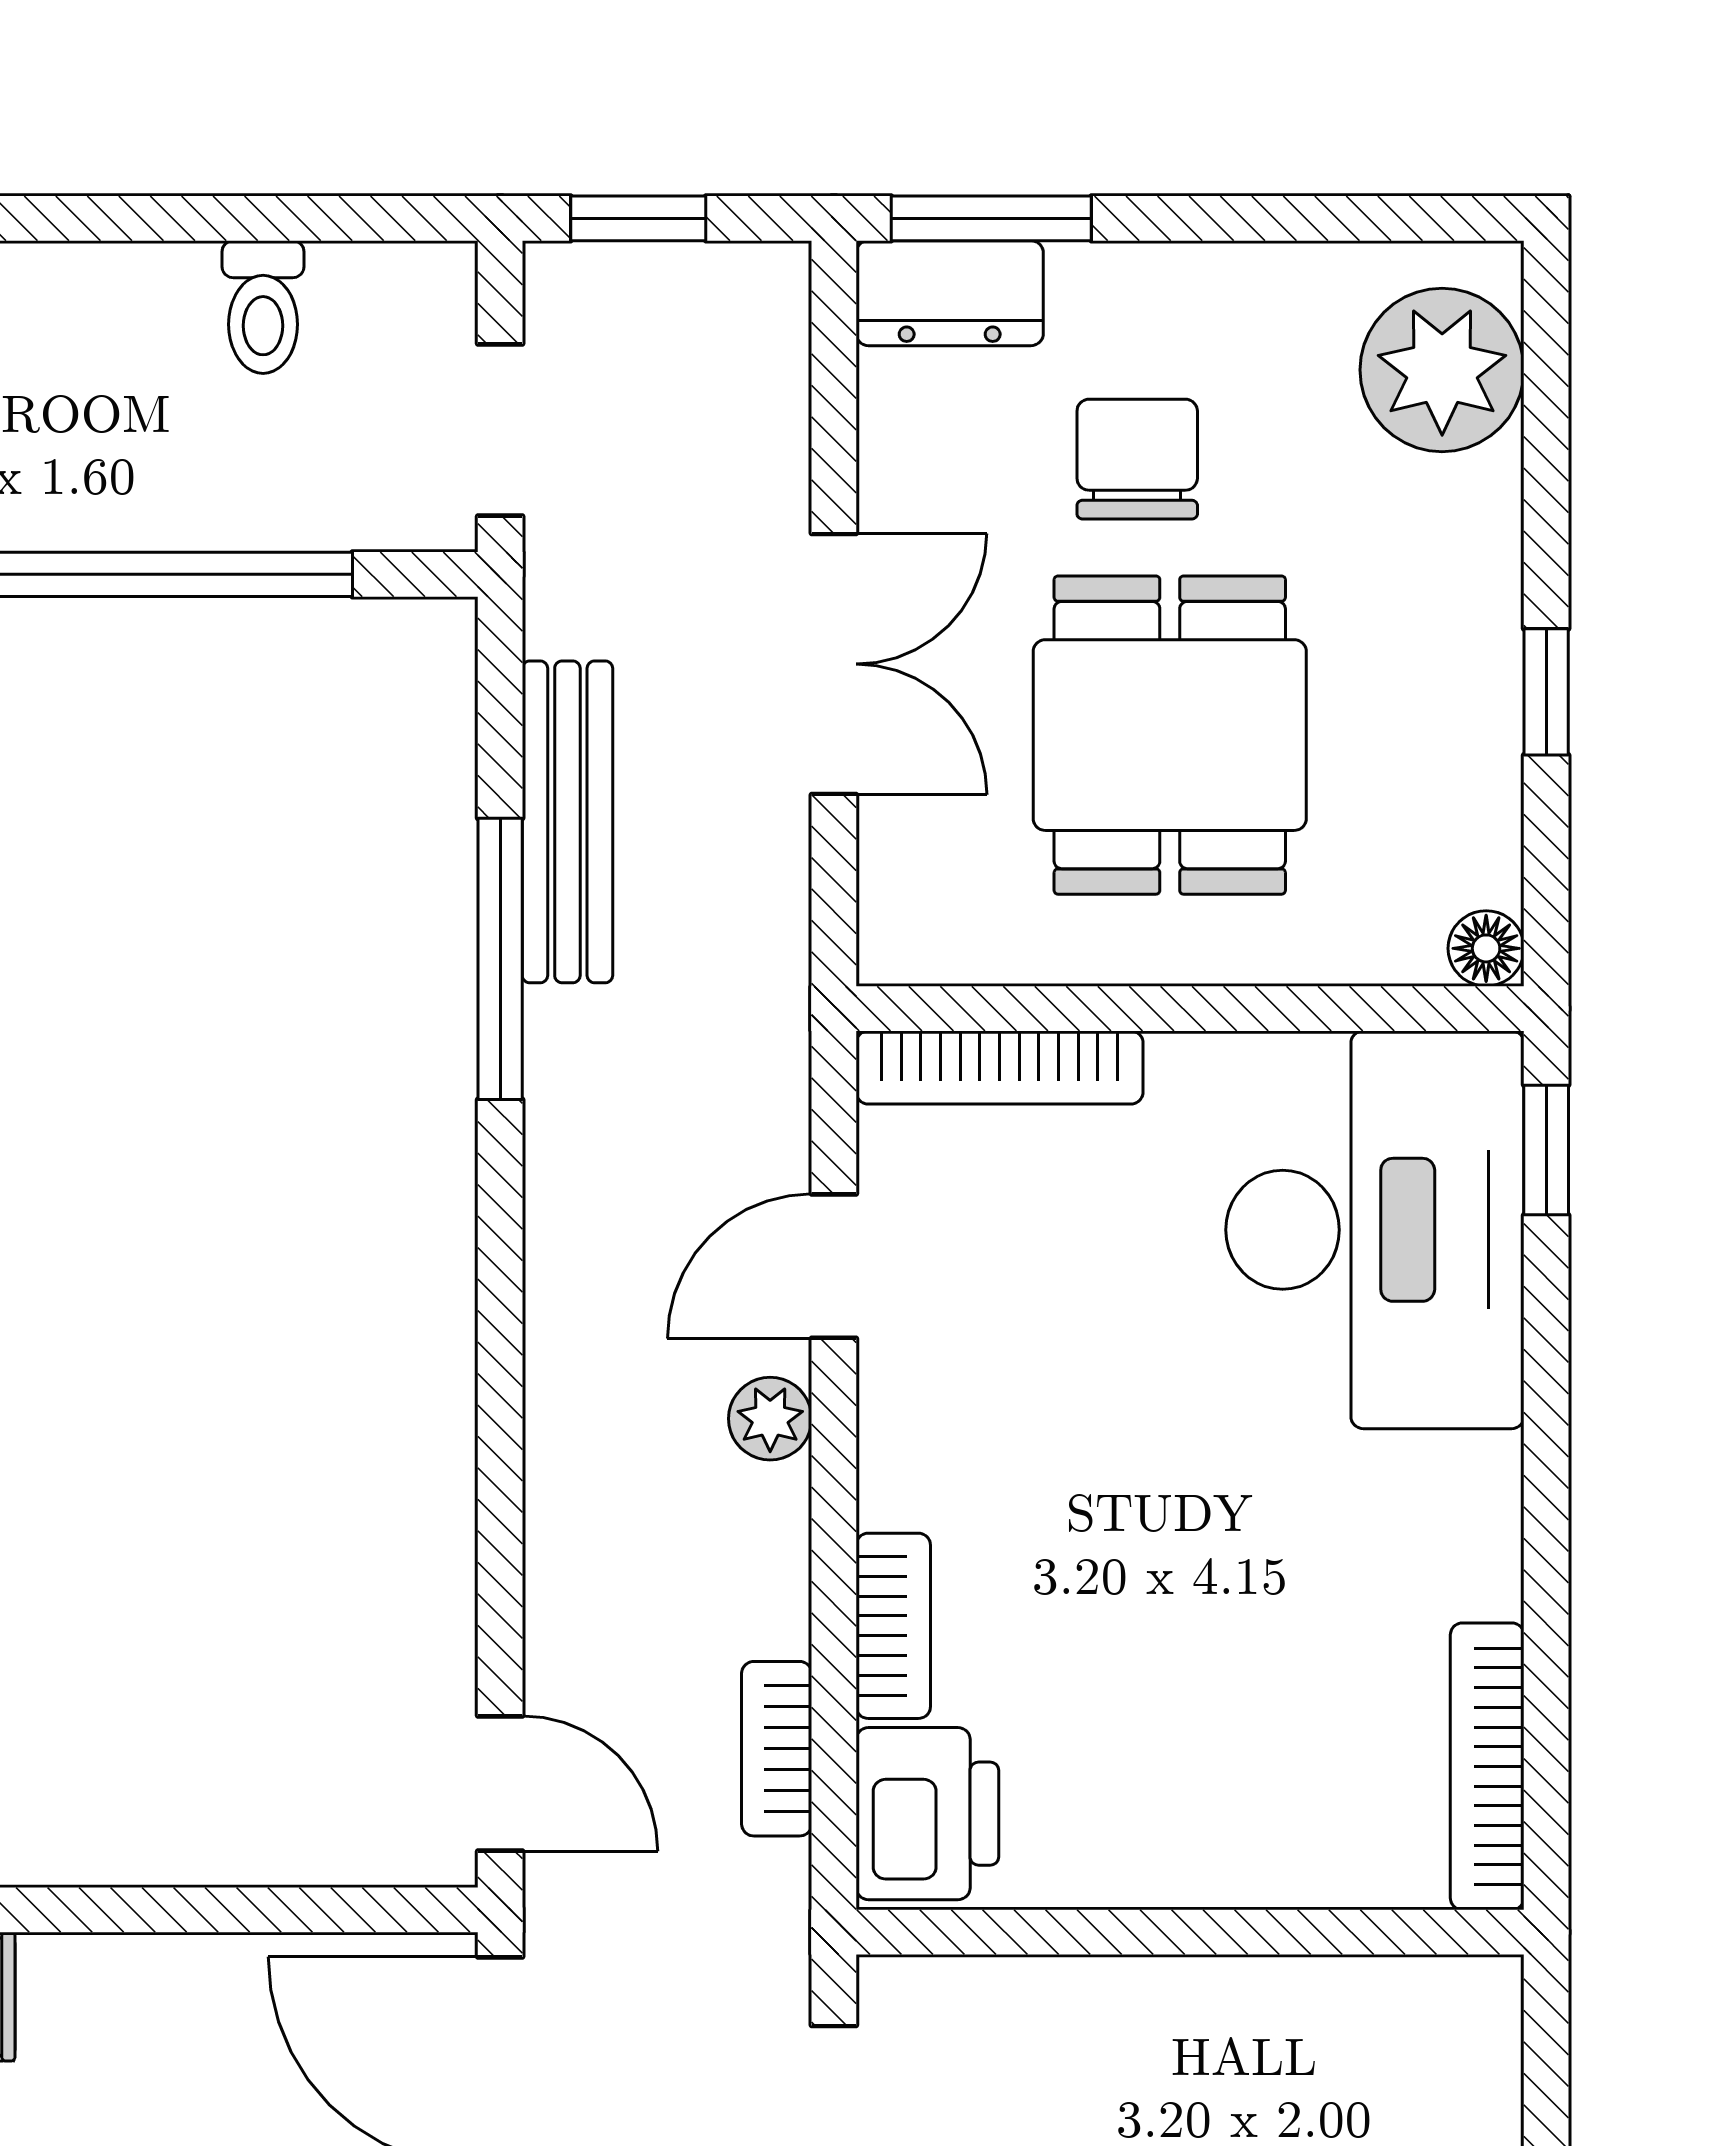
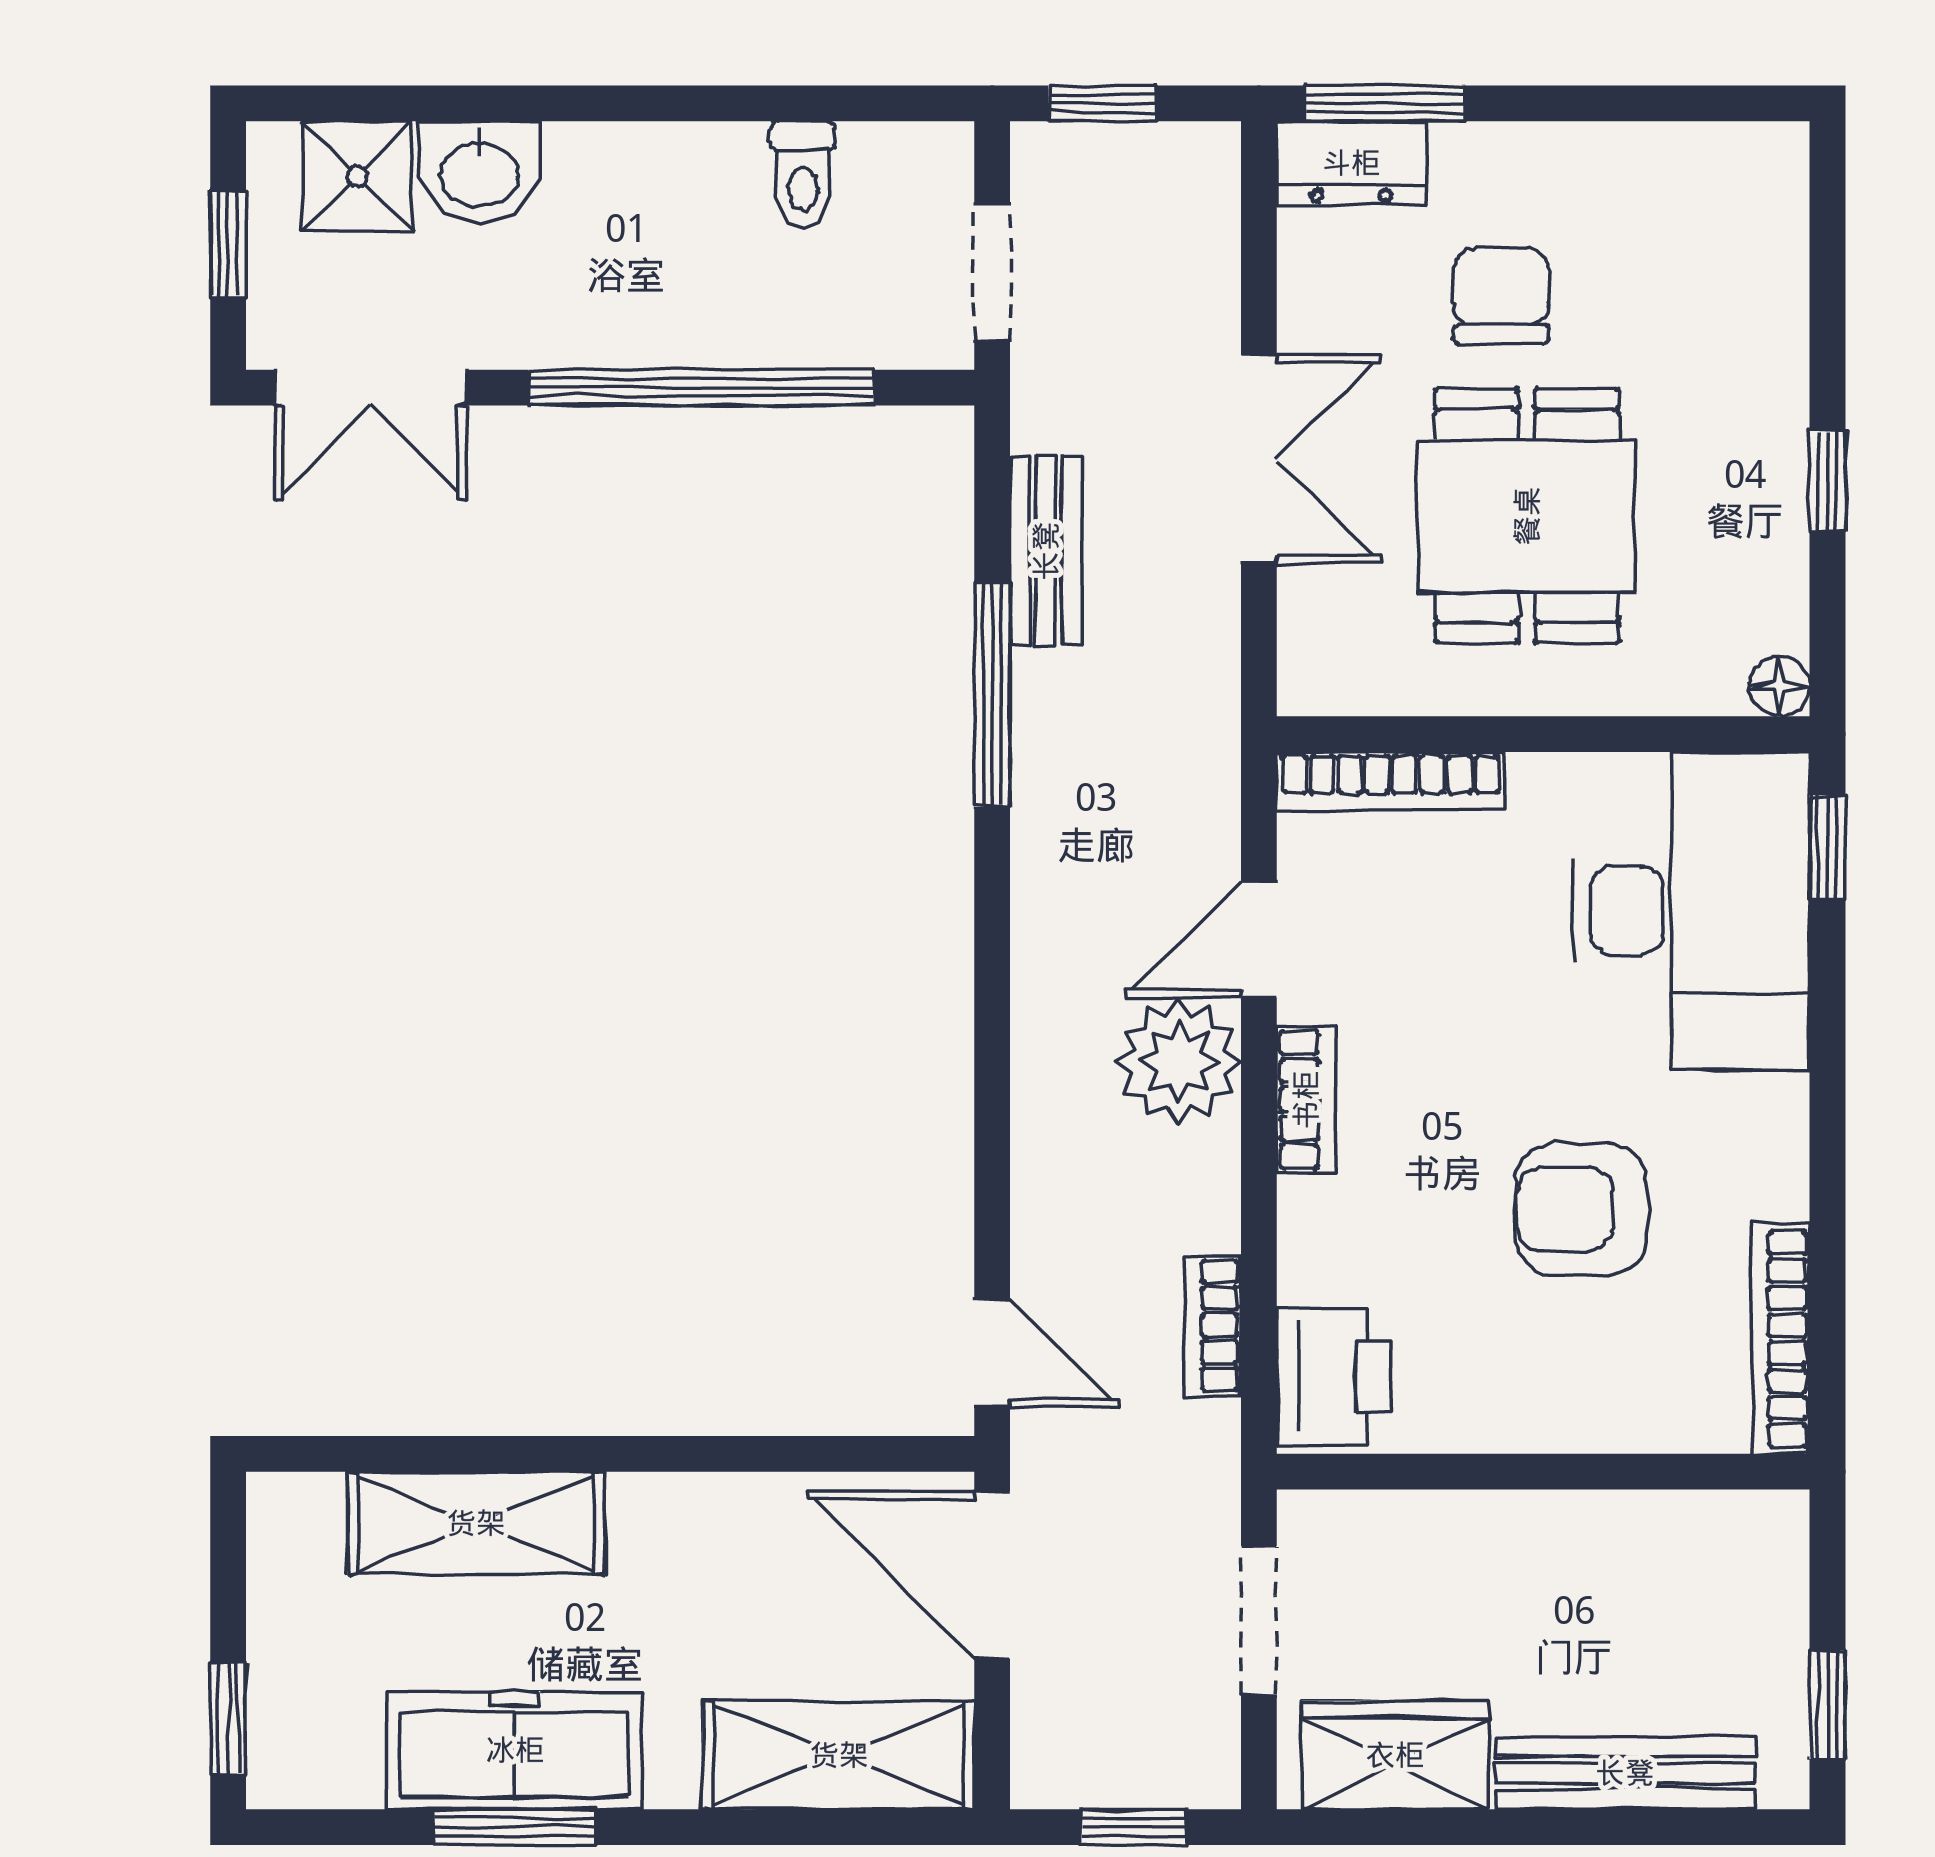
plant: (1442, 370) -> (1744, 224), removed
bench: (567, 822) -> (1046, 551), width x0.73
plant: (770, 1419) -> (1179, 1062), width x1.88, depth x1.88
armchair: (1237, 1604) -> (1581, 1209), added
bookcase: (893, 1626) -> (1306, 1100), moved

